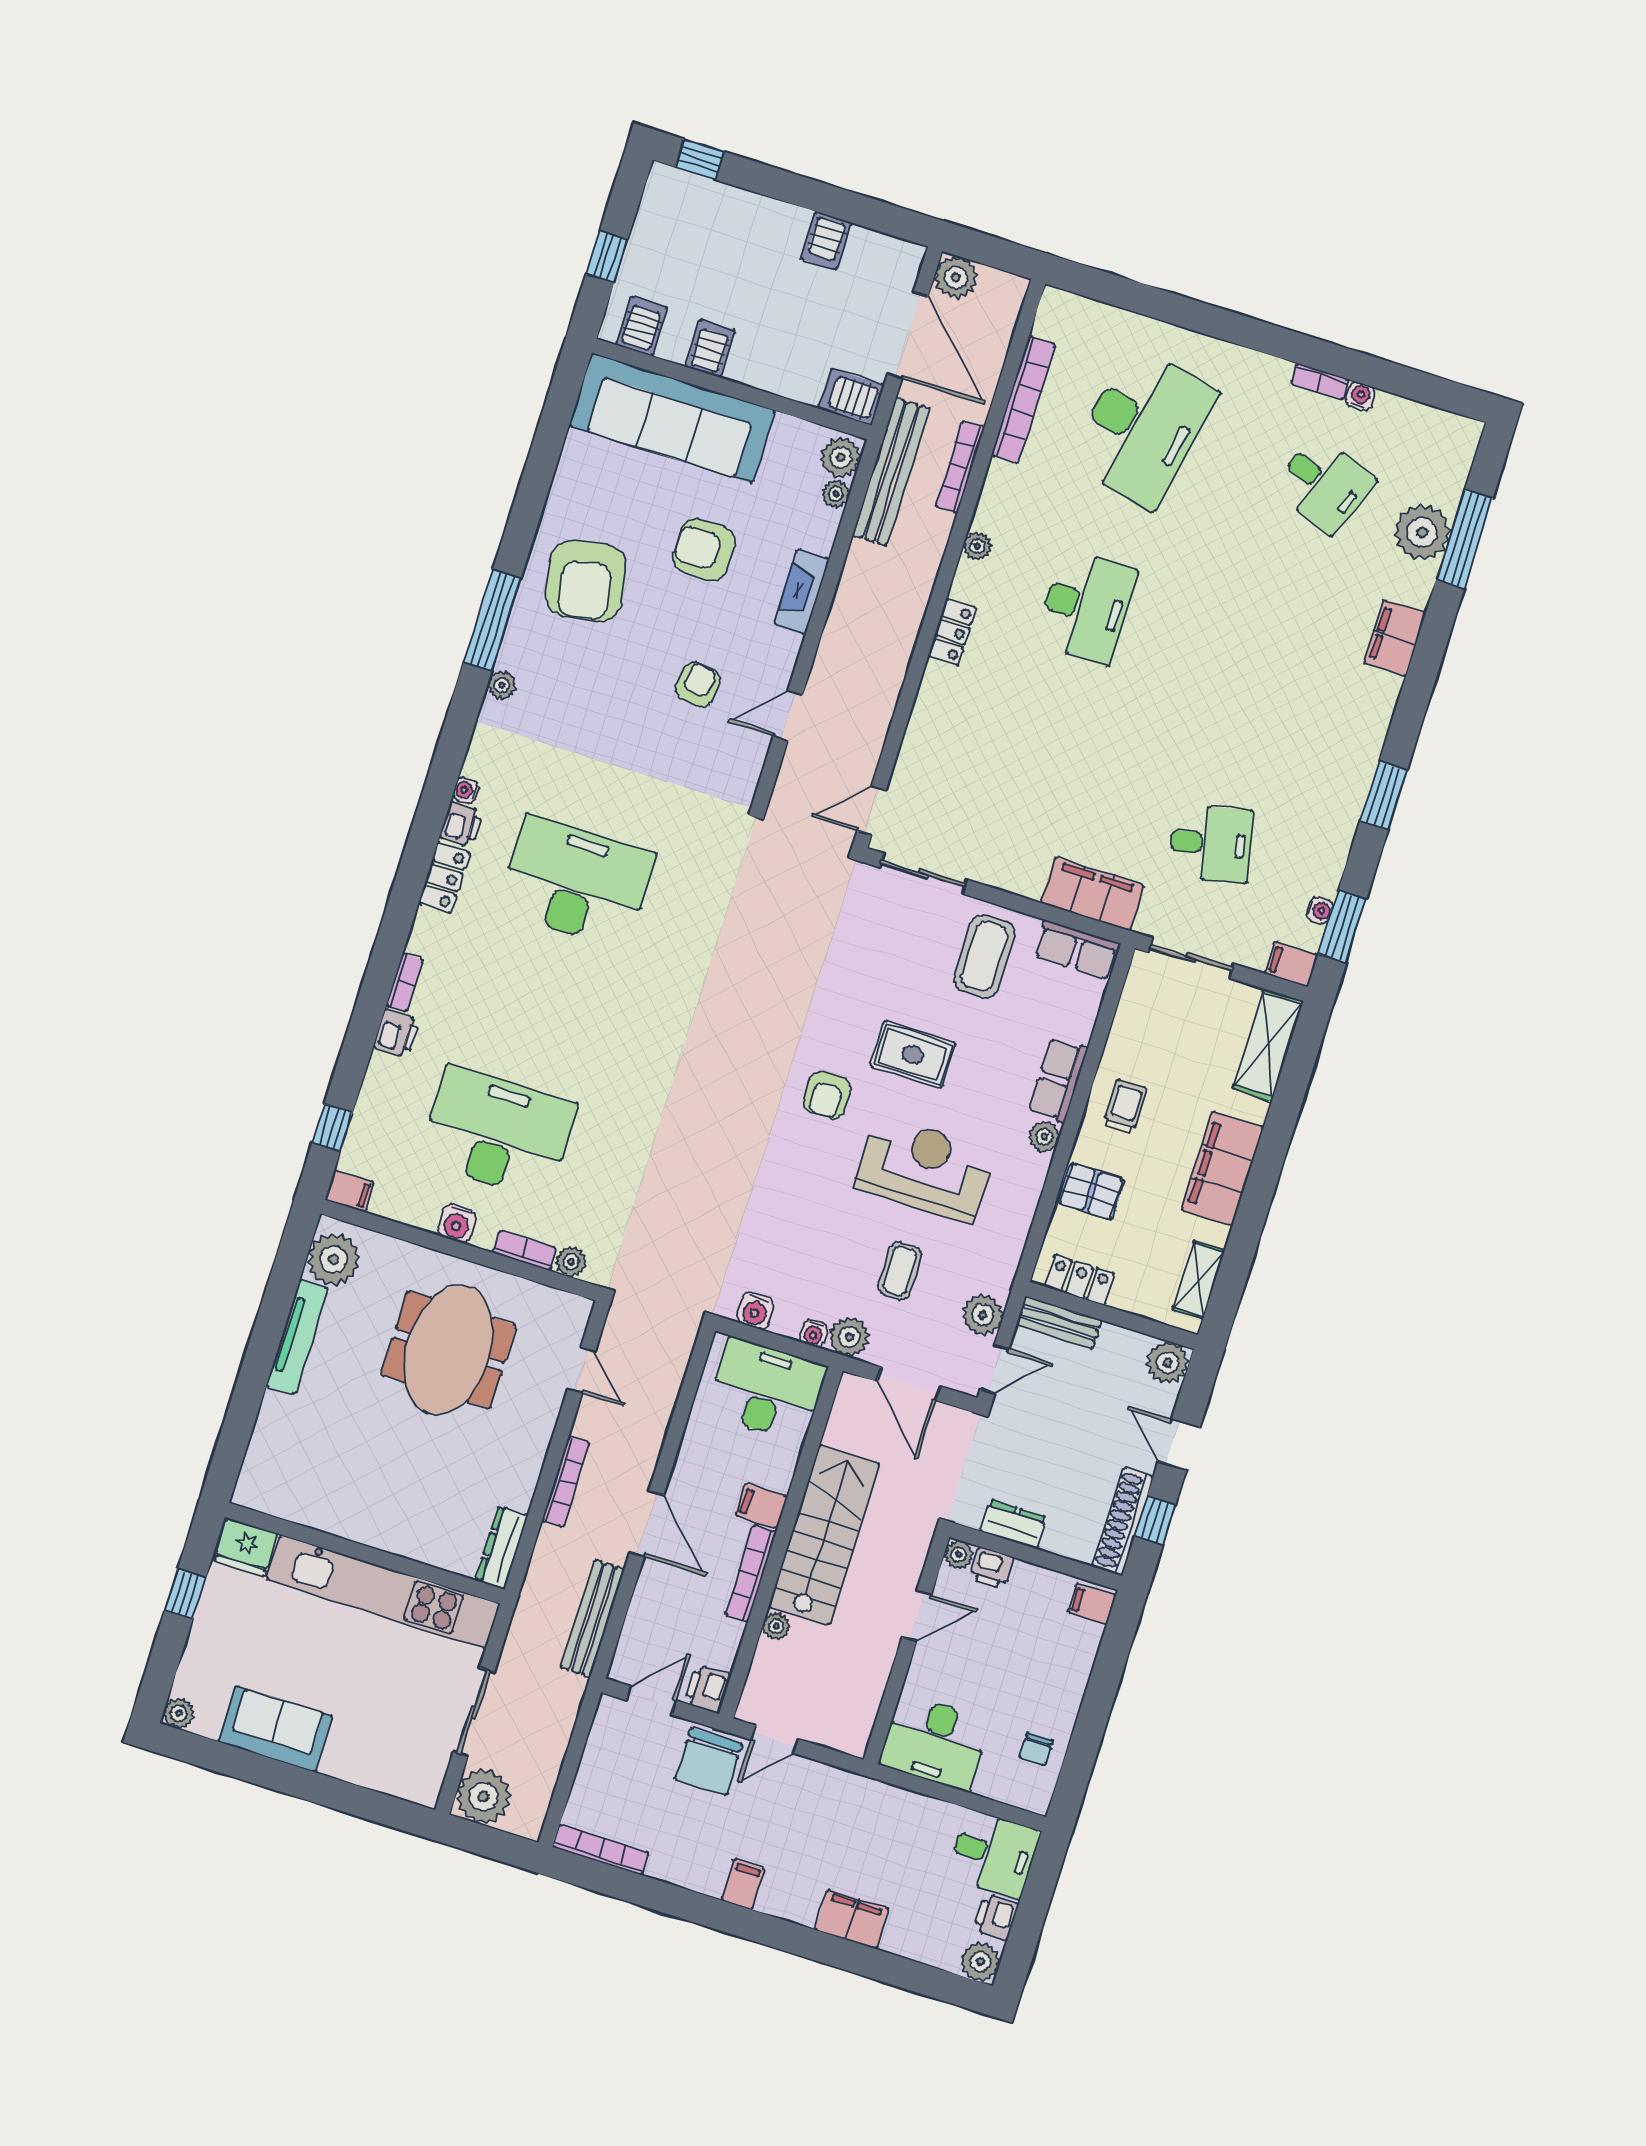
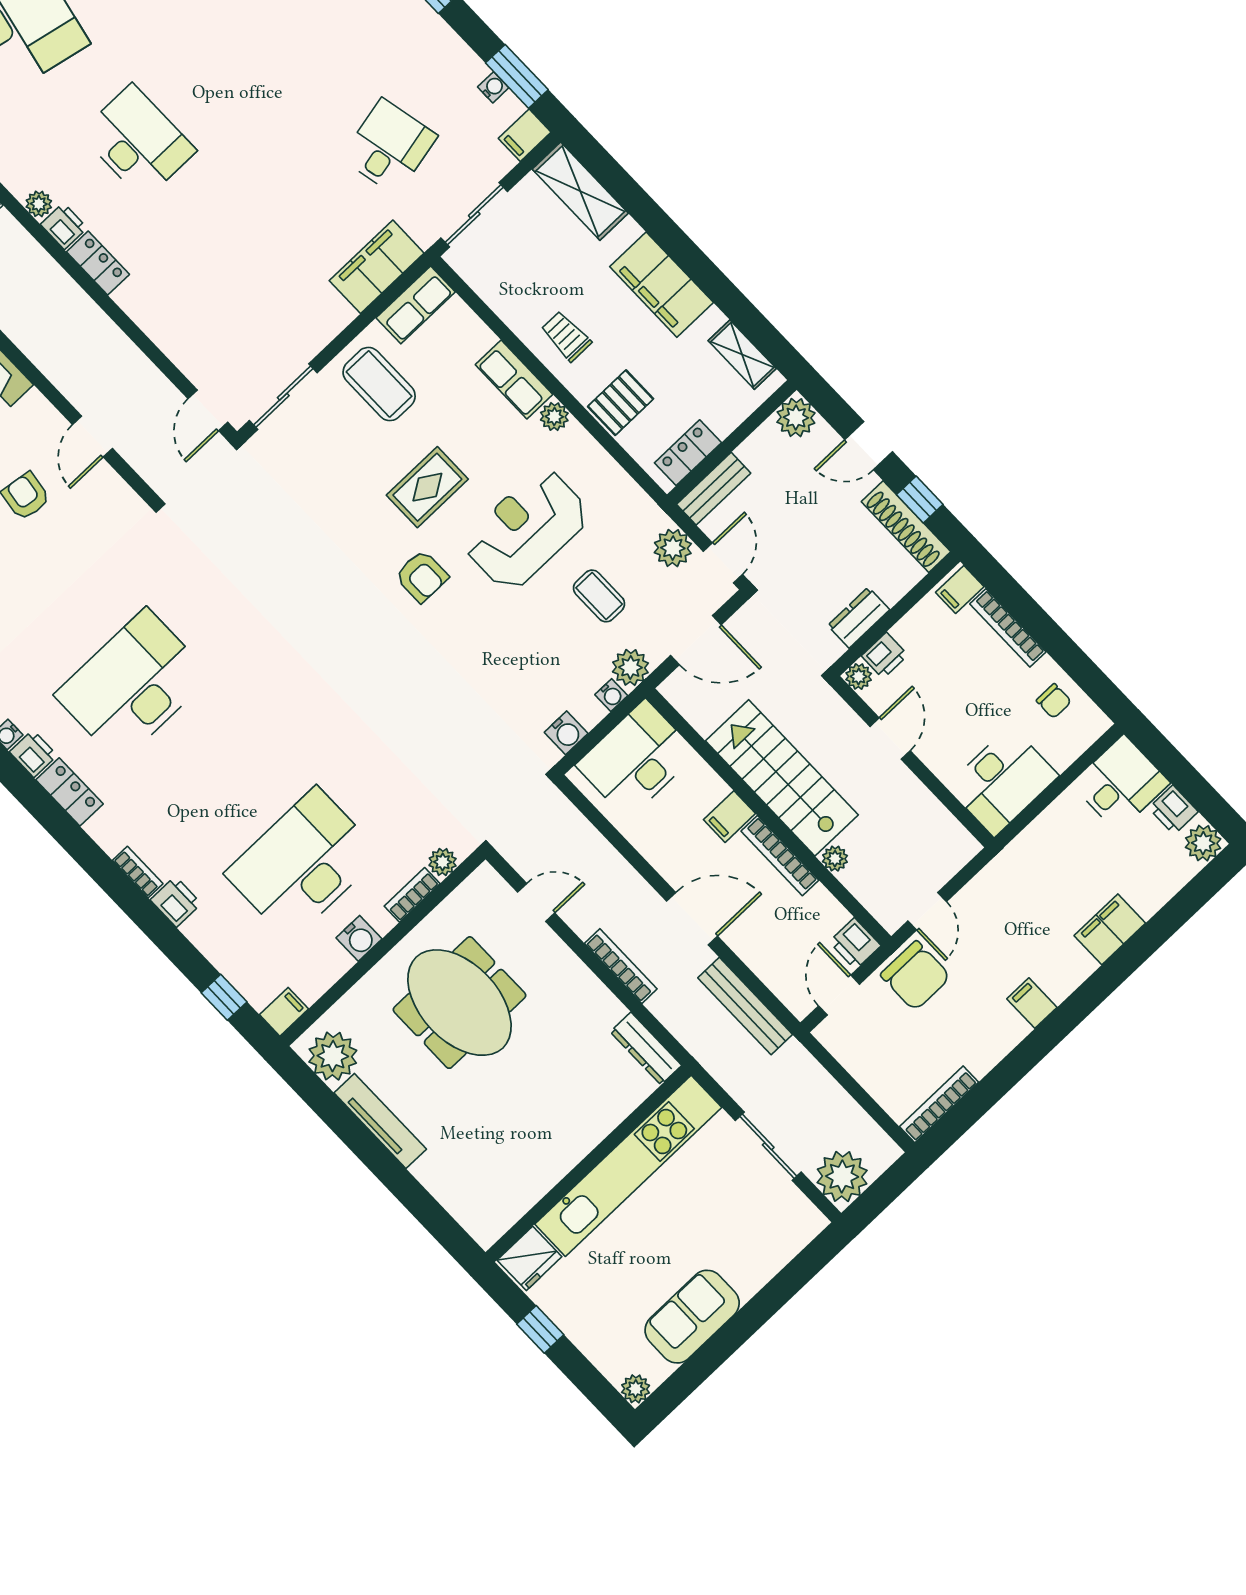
printer: (969, 581) -> (64, 226), added
bookcase: (1081, 1669) -> (1008, 628), added

